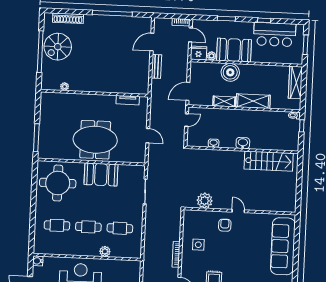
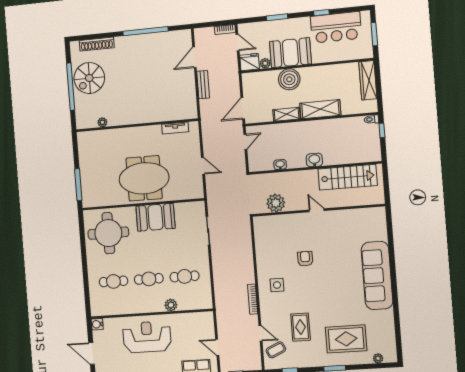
plant: (205, 201) -> (276, 203), moved
door: (238, 211) -> (317, 210), moved
wall: (240, 211) -> (318, 210), moved

